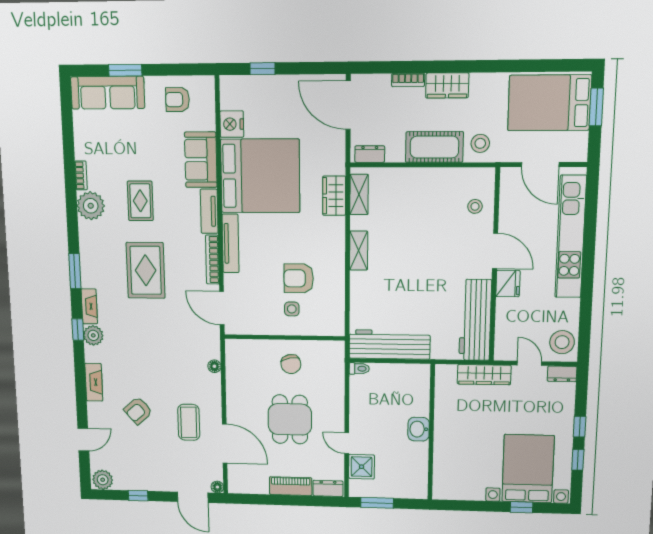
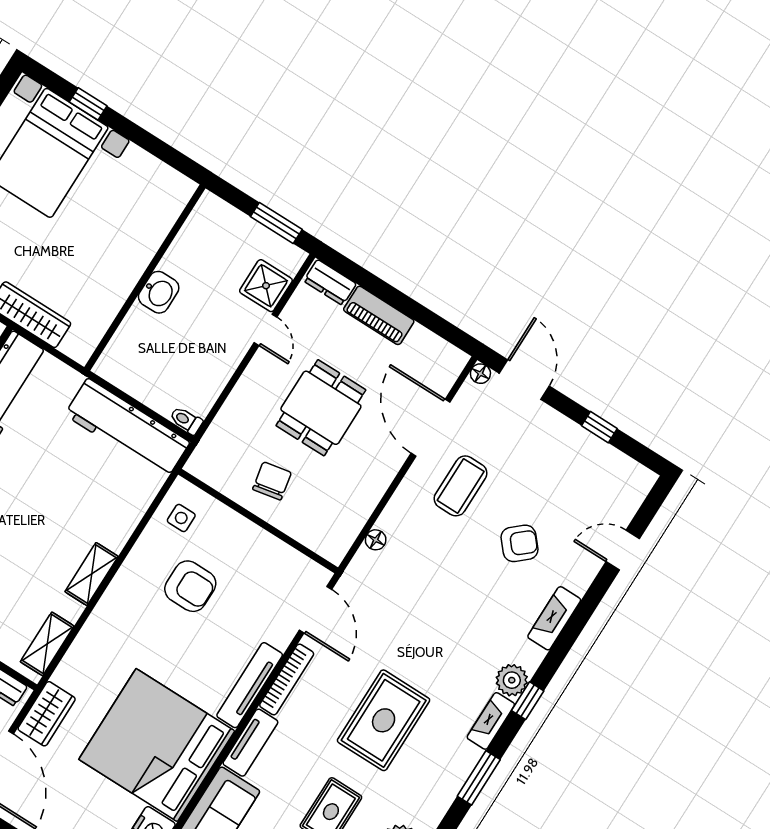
wardrobe: (334, 196) -> (47, 714), moved
side table: (292, 309) -> (181, 518), moved
plant: (103, 480) -> (634, 479), removed

